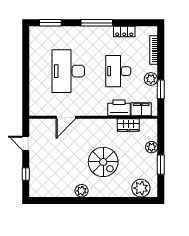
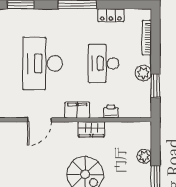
printer: (119, 108) -> (111, 112), width x0.53, depth x0.68
filing cabinet: (141, 109) -> (77, 110), moved
wardrobe: (128, 125) -> (91, 129), moved

